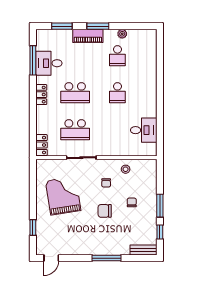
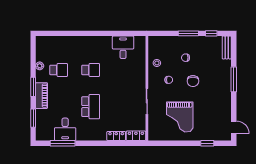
locker: (41, 95) -> (116, 136), moved
school desk: (75, 130) -> (123, 107), removed
grand piano: (63, 196) -> (180, 117), turned -81

